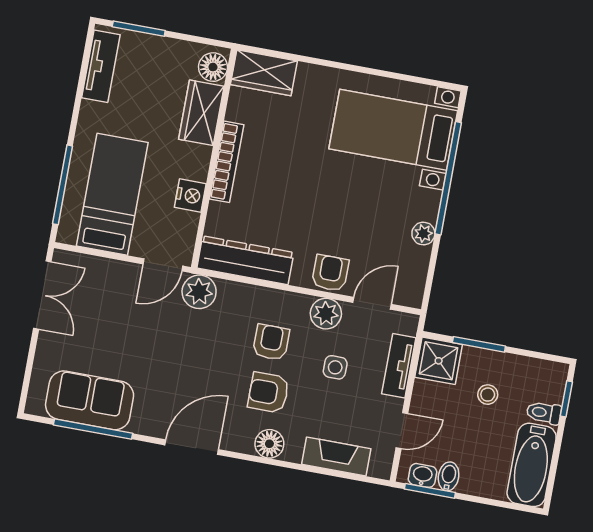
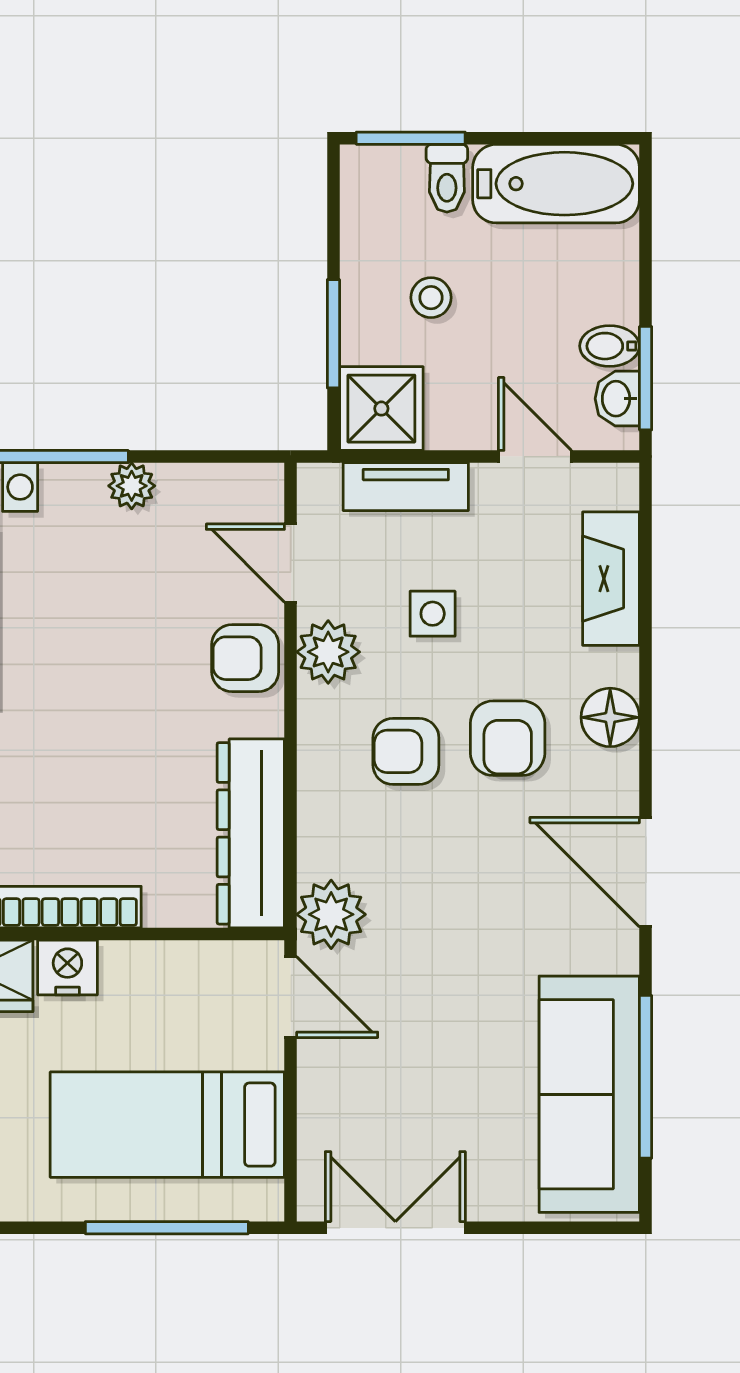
nightstand: (190, 195) -> (67, 967), moved
window: (566, 399) -> (411, 138), width x1.50
sofa: (90, 400) -> (589, 1094), width x1.36

